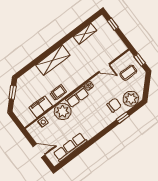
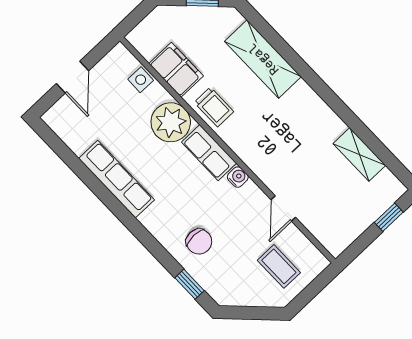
shelving: (53, 60) -> (263, 59), moved
window: (140, 60) -> (312, 290), removed
plant: (131, 99) -> (218, 279), removed
window: (123, 118) -> (190, 284), moved
row of seats: (70, 147) -> (116, 179), moved

